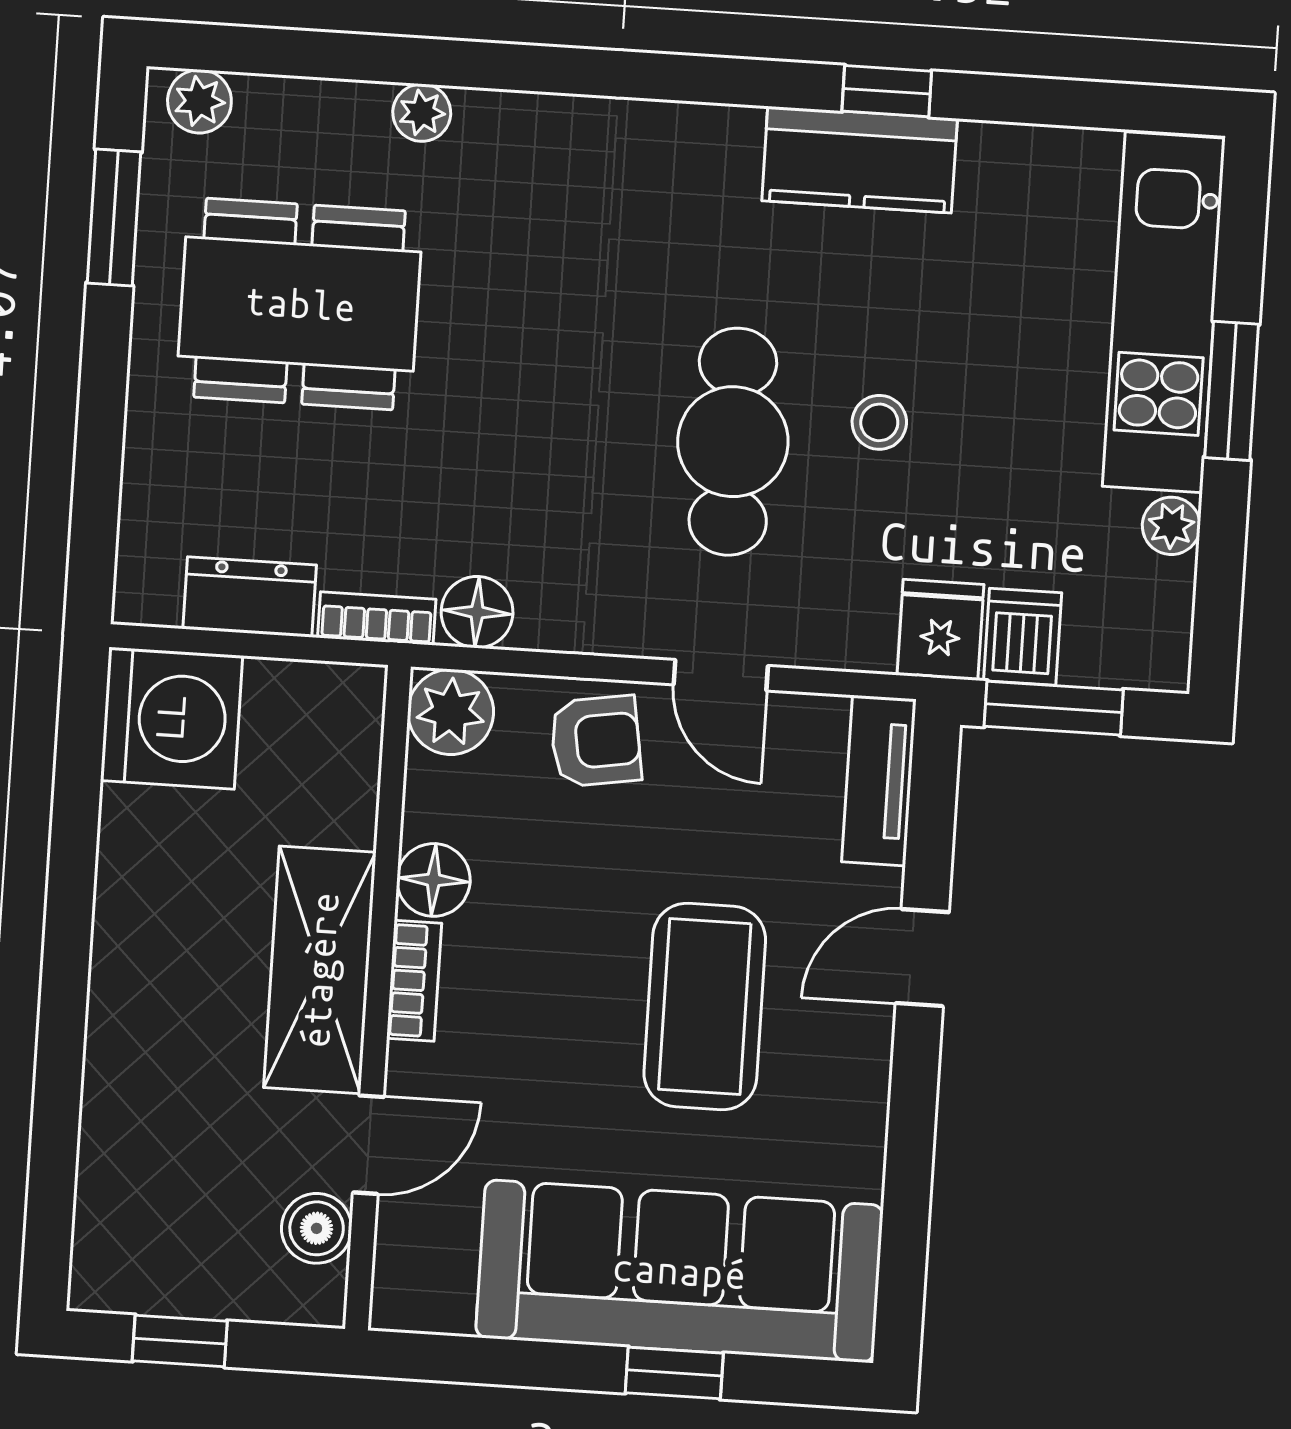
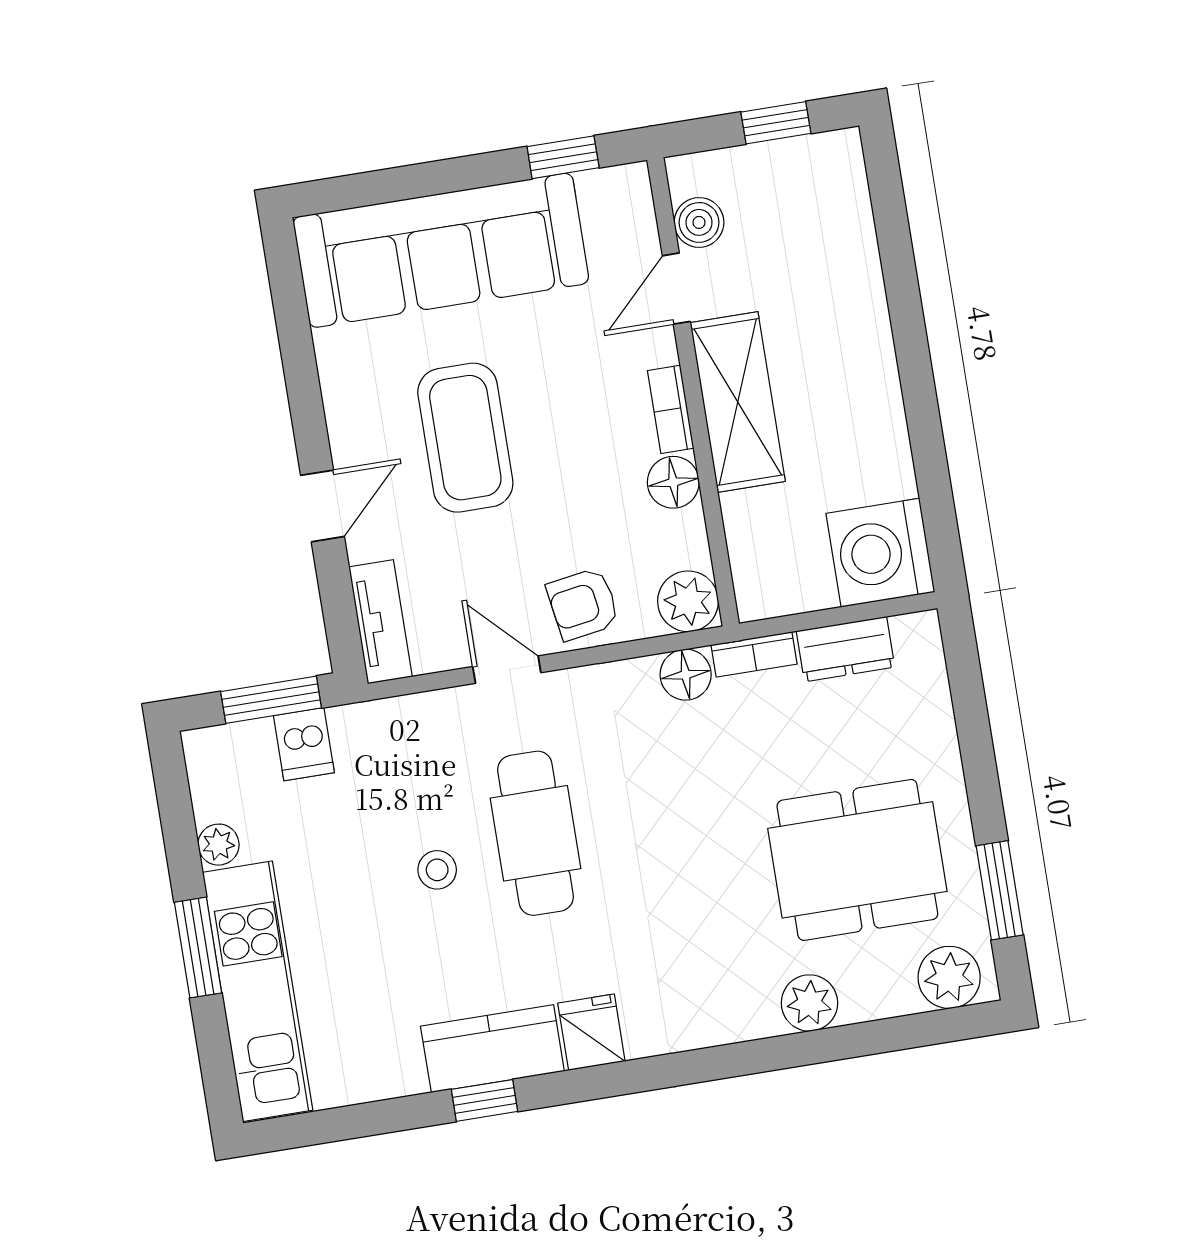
plant: (199, 101) -> (949, 977), width x1.38, depth x1.38
plant: (422, 113) -> (809, 1003), width x1.38, depth x1.38
fridge: (940, 630) -> (591, 1032), moved, turned 180
window: (674, 1373) -> (563, 157), moved

